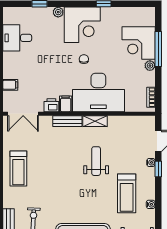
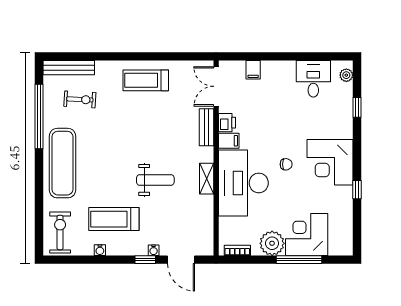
plant: (58, 12) -> (346, 75), moved
plant: (150, 66) -> (272, 243), width x1.88, depth x1.88
bench: (67, 121) -> (206, 127), moved

